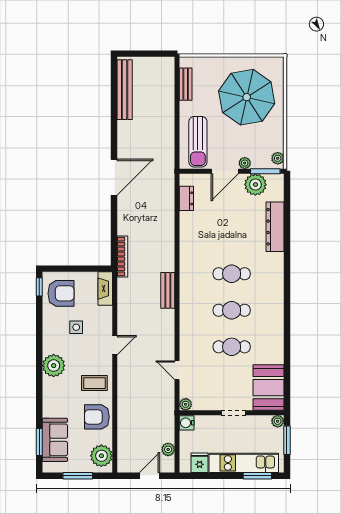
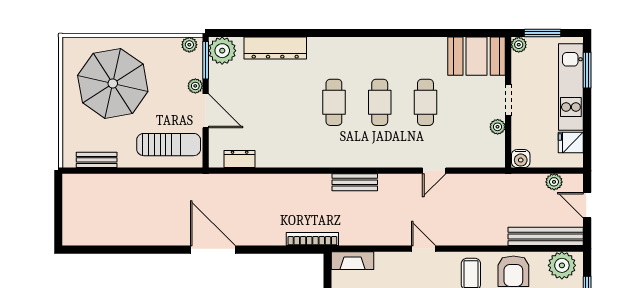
bench: (125, 90) -> (546, 236), moved
plant: (255, 185) -> (222, 51), moved
door: (177, 370) -> (434, 171), moved
plant: (186, 404) -> (498, 127), moved

